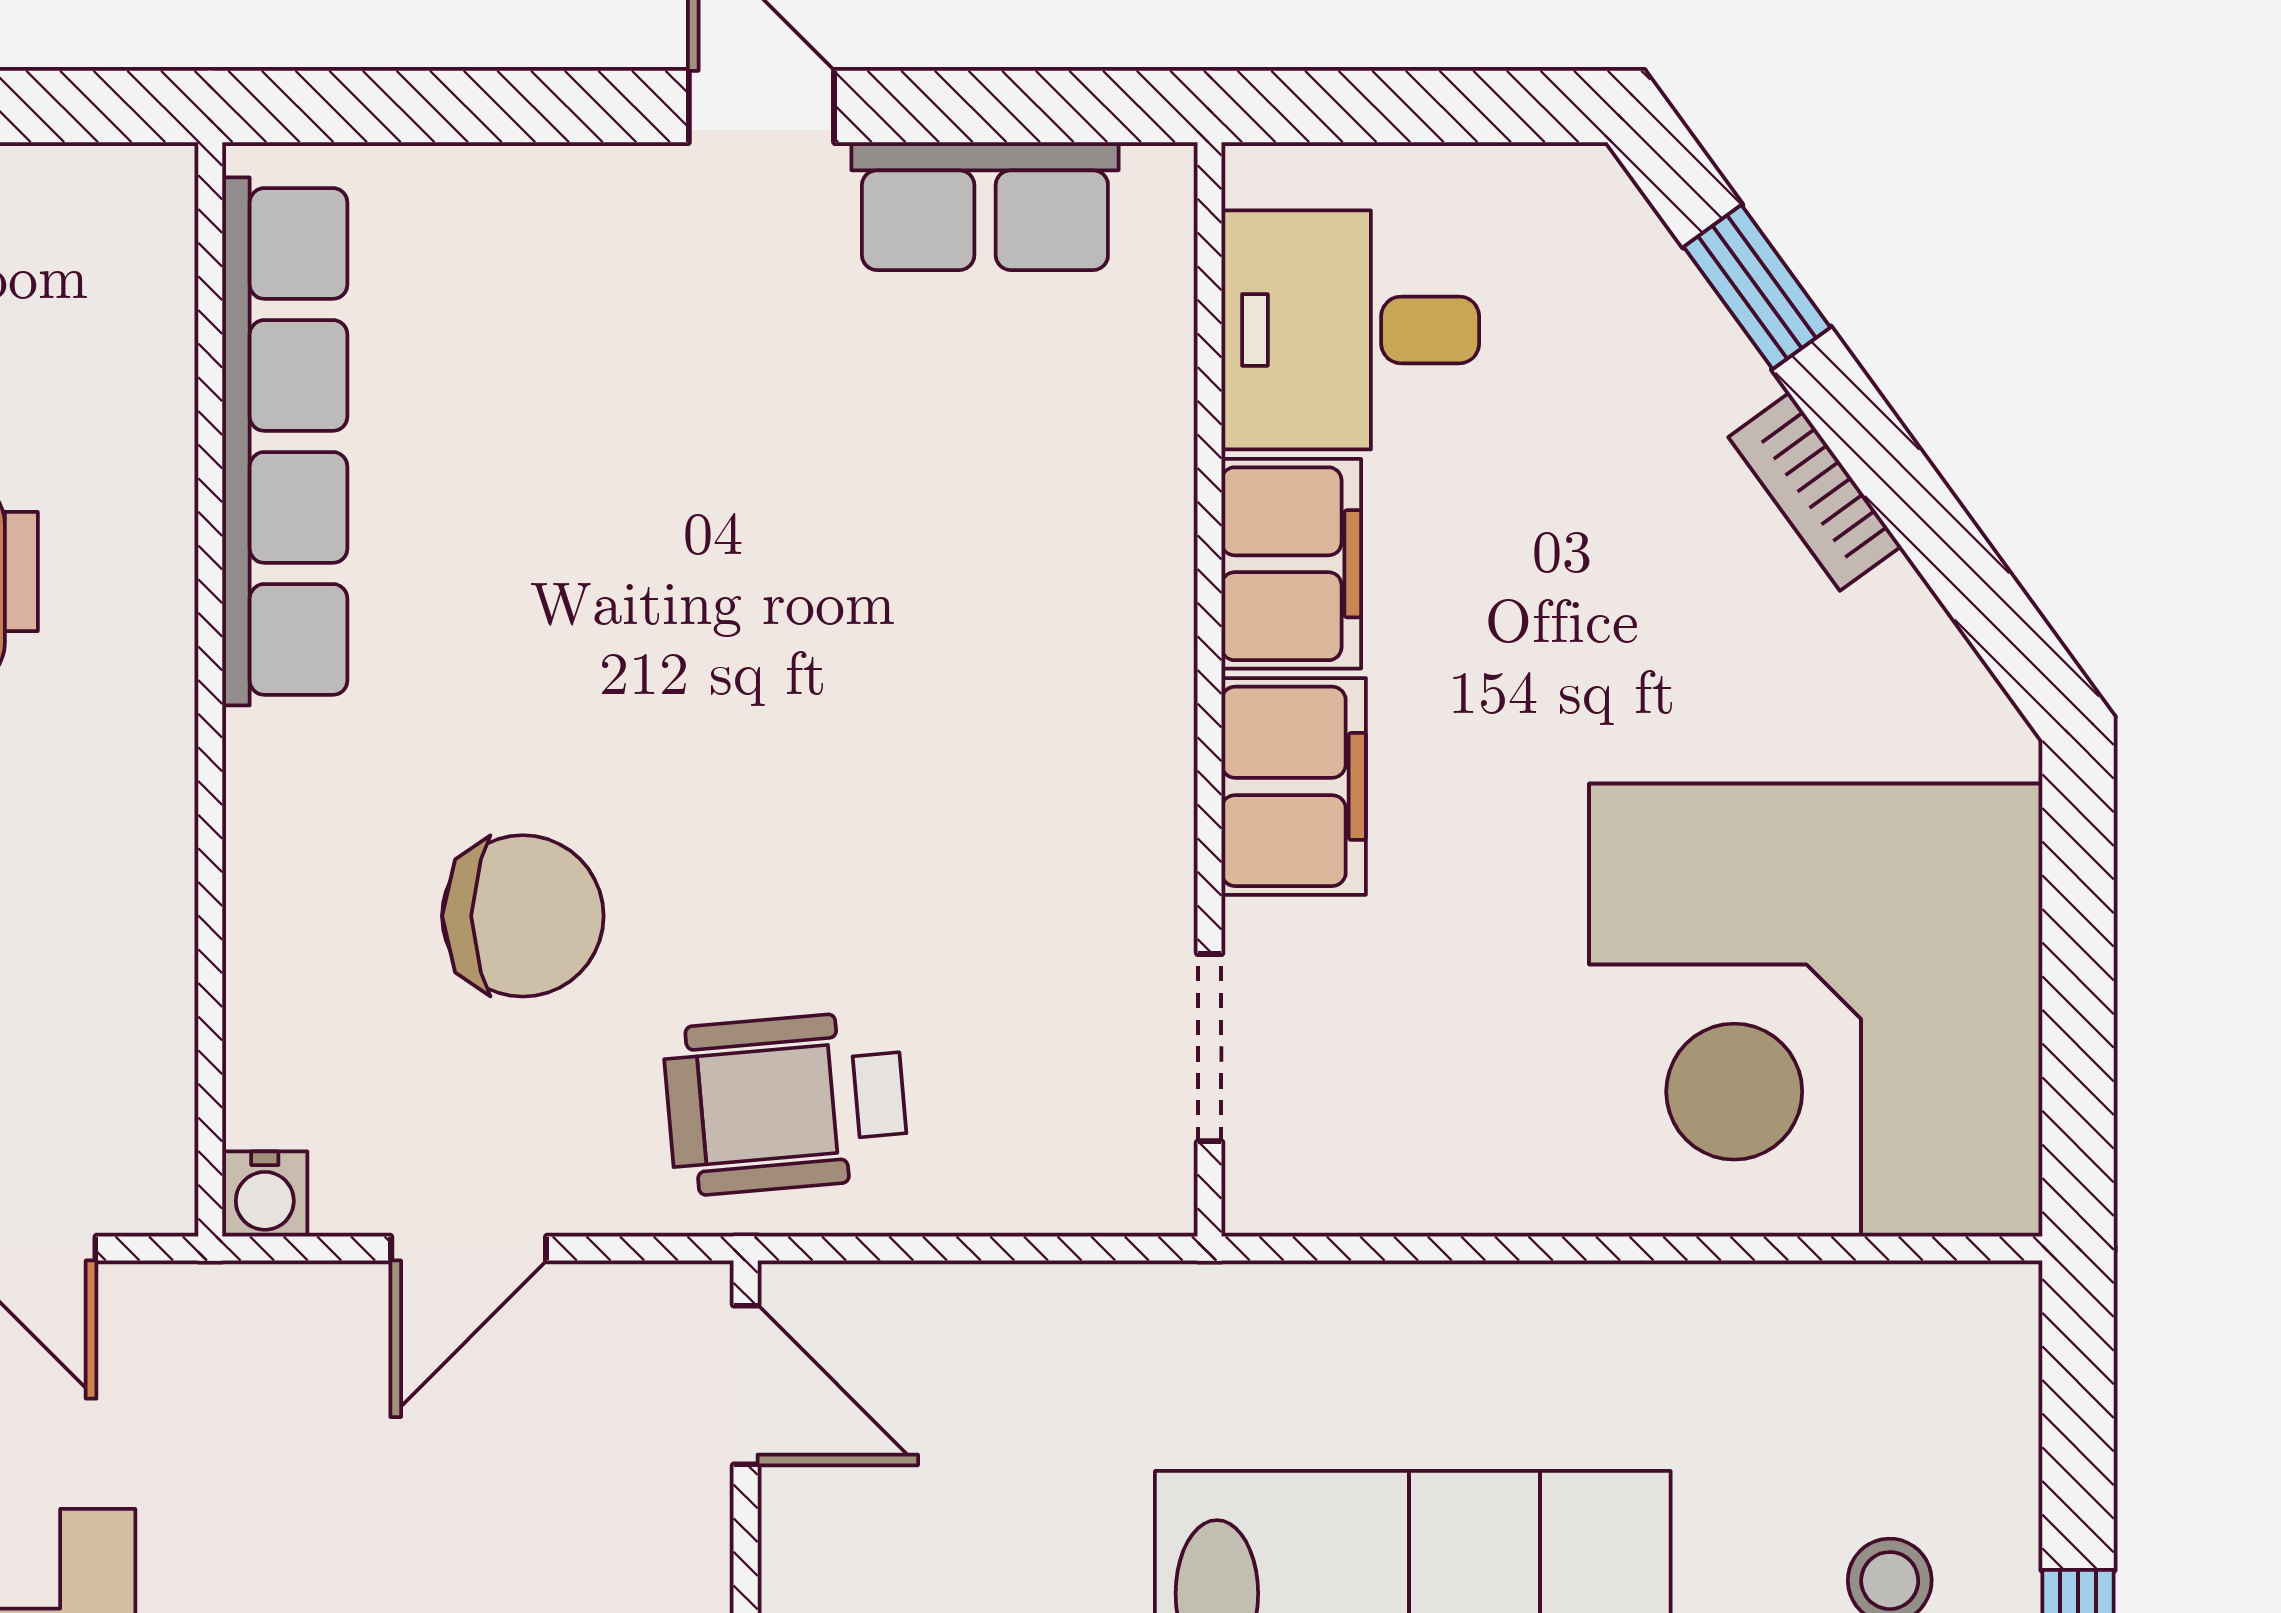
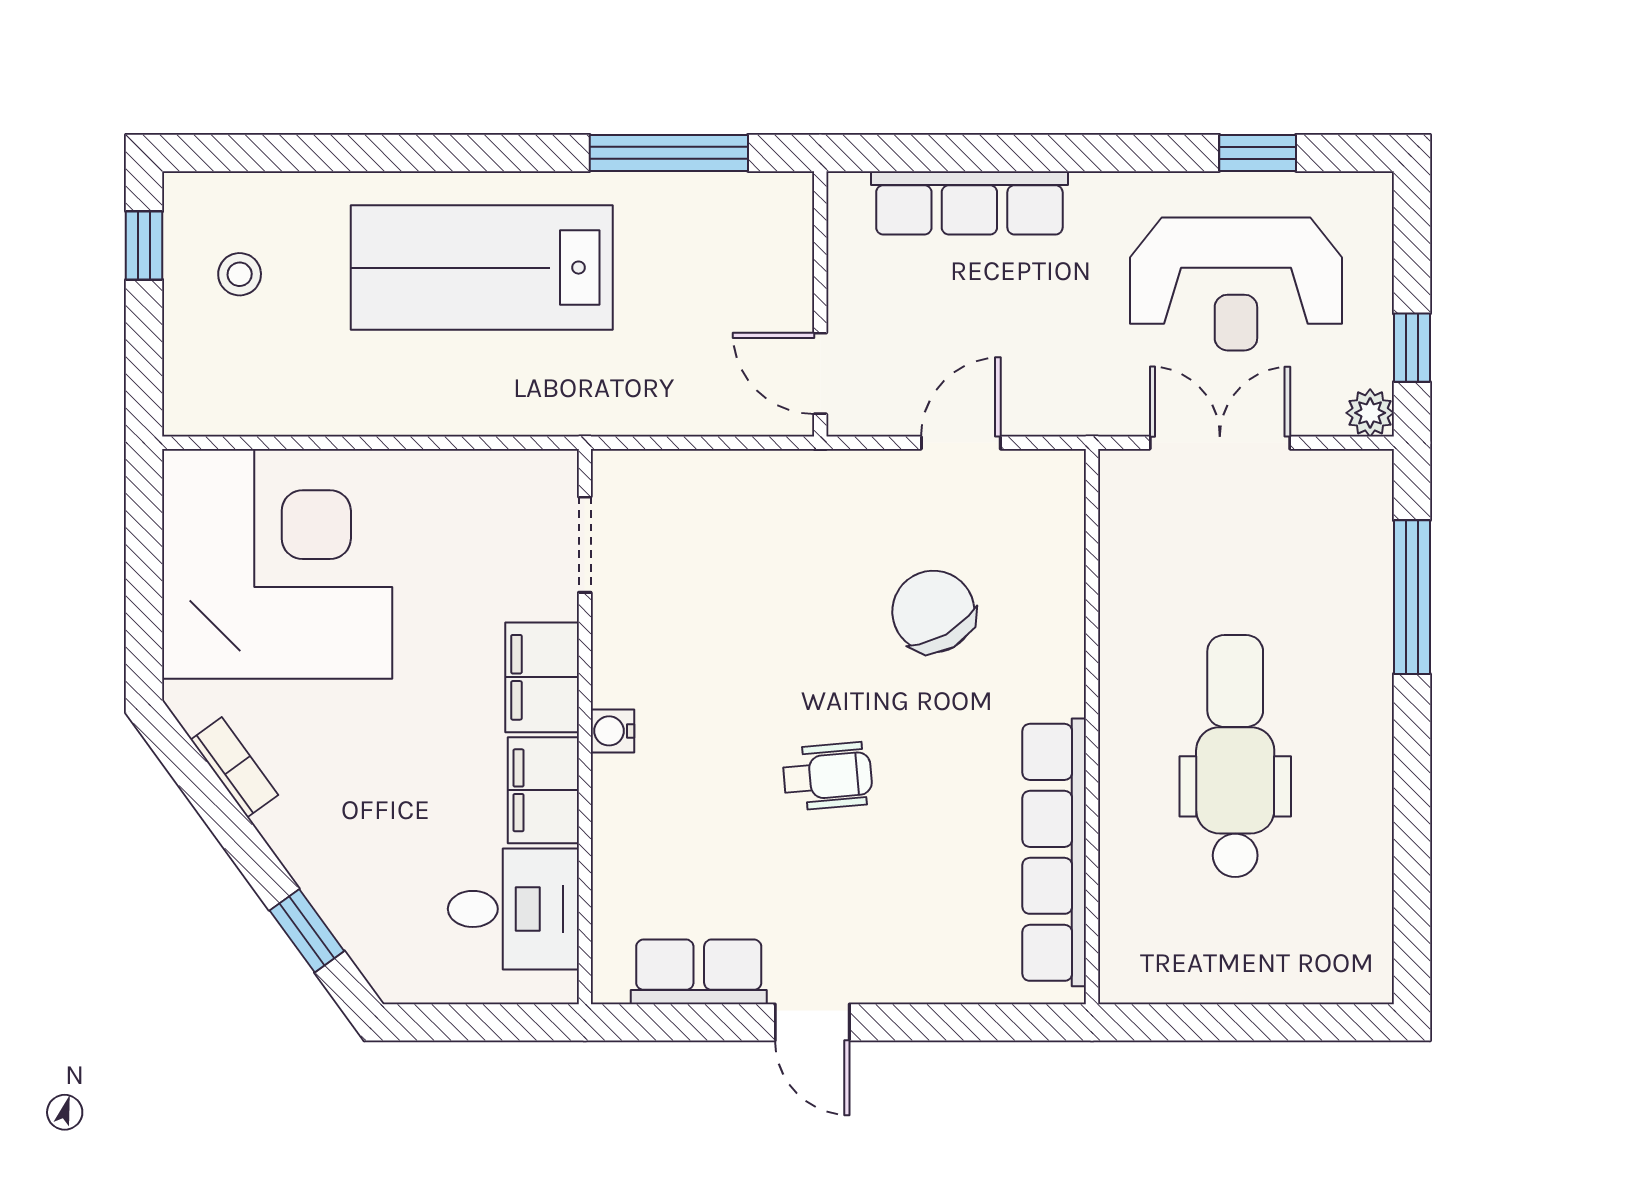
bookcase: (1815, 492) -> (234, 767), moved
chair: (523, 916) -> (933, 612), turned 60
wheelchair: (786, 1103) -> (828, 776), moved, width x0.73, depth x0.73
water cooler: (265, 1194) -> (612, 731), moved, turned -90

